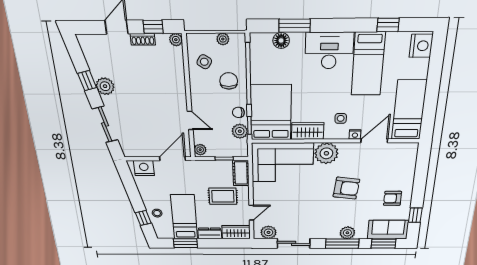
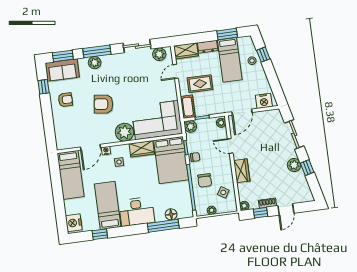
window: (295, 26) -> (163, 226), width x1.44
wardrobe: (177, 87) -> (242, 171), added
plant: (240, 131) -> (190, 126), moved

